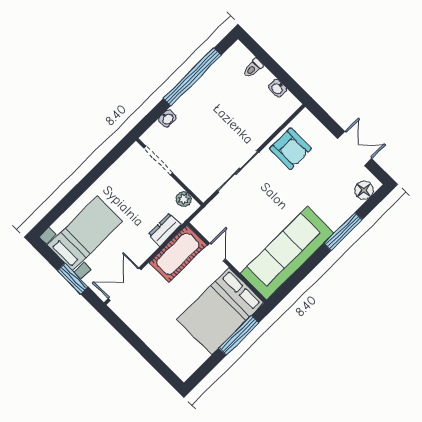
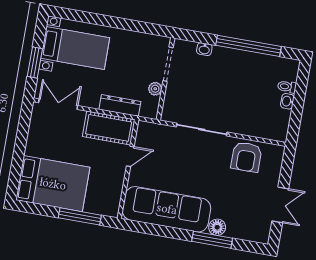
washbasin: (277, 88) -> (287, 101), moved
floor lamp: (364, 190) -> (217, 227), moved
plant: (184, 199) -> (155, 89), moved
dresser: (165, 230) -> (120, 105), width x1.44
bed: (220, 311) -> (53, 184), moved, turned 180

